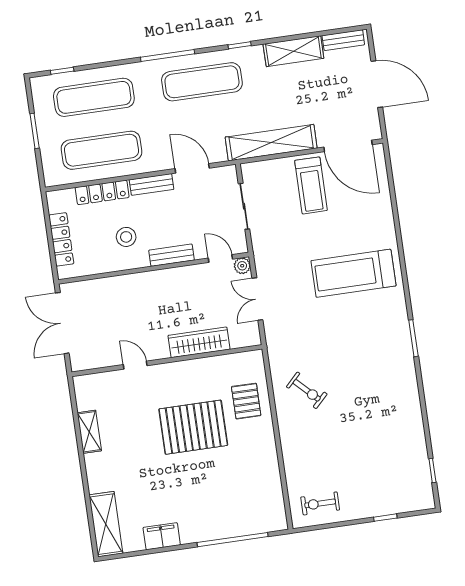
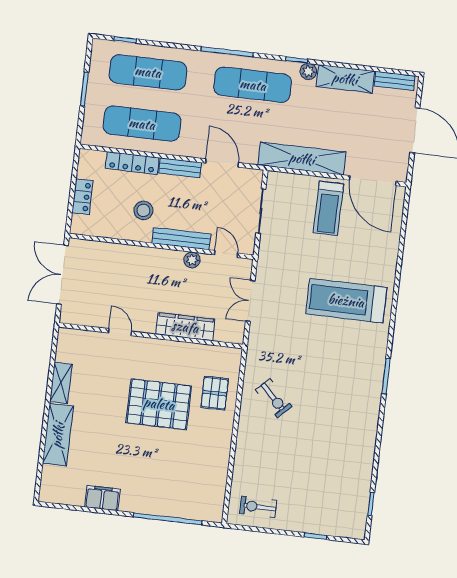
plant: (254, 54) -> (308, 71), added
locker: (61, 239) -> (82, 197), width x0.66
bench: (172, 255) -> (181, 239), width x1.36
plant: (242, 266) -> (192, 260), moved
shelving: (106, 524) -> (58, 435), moved

